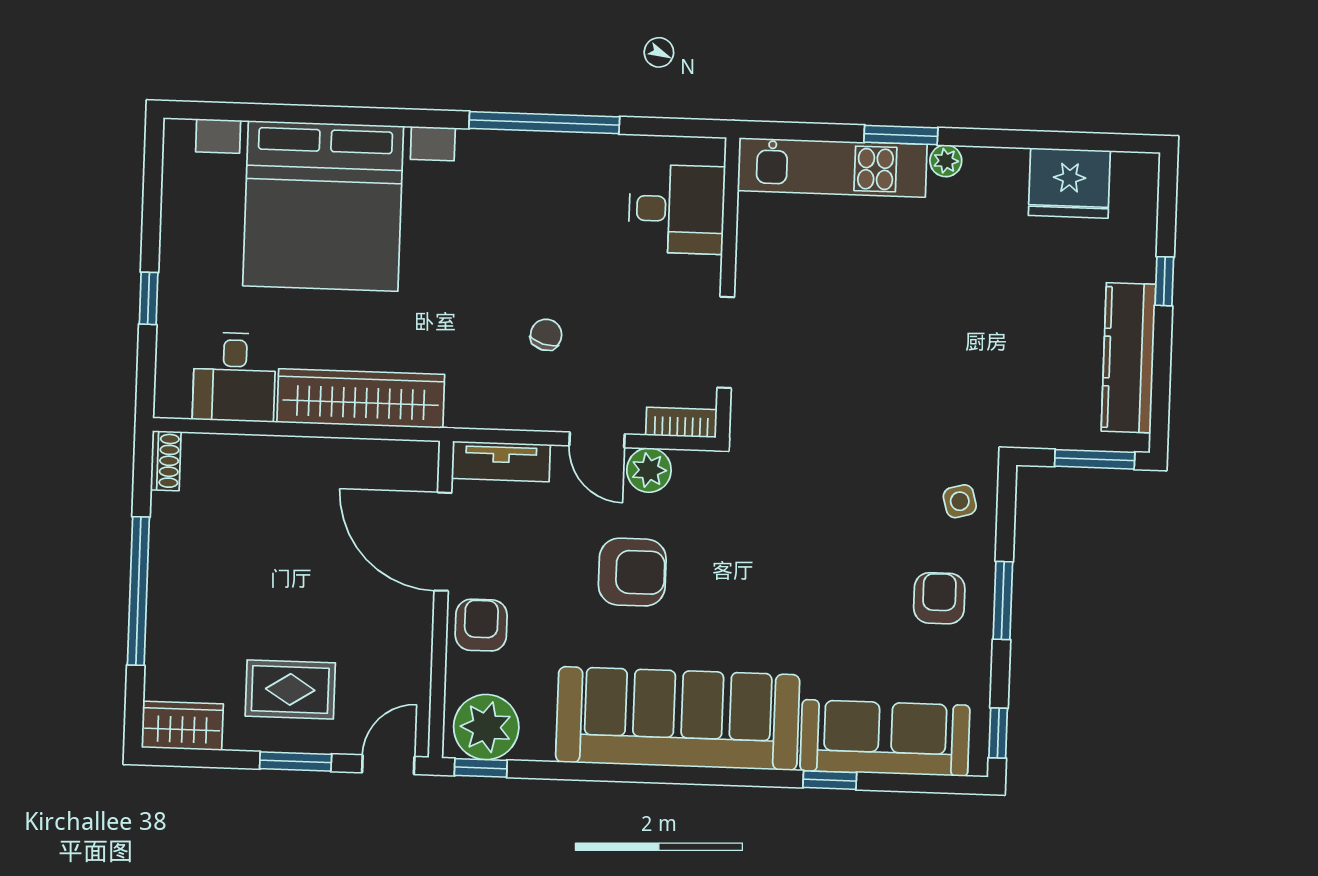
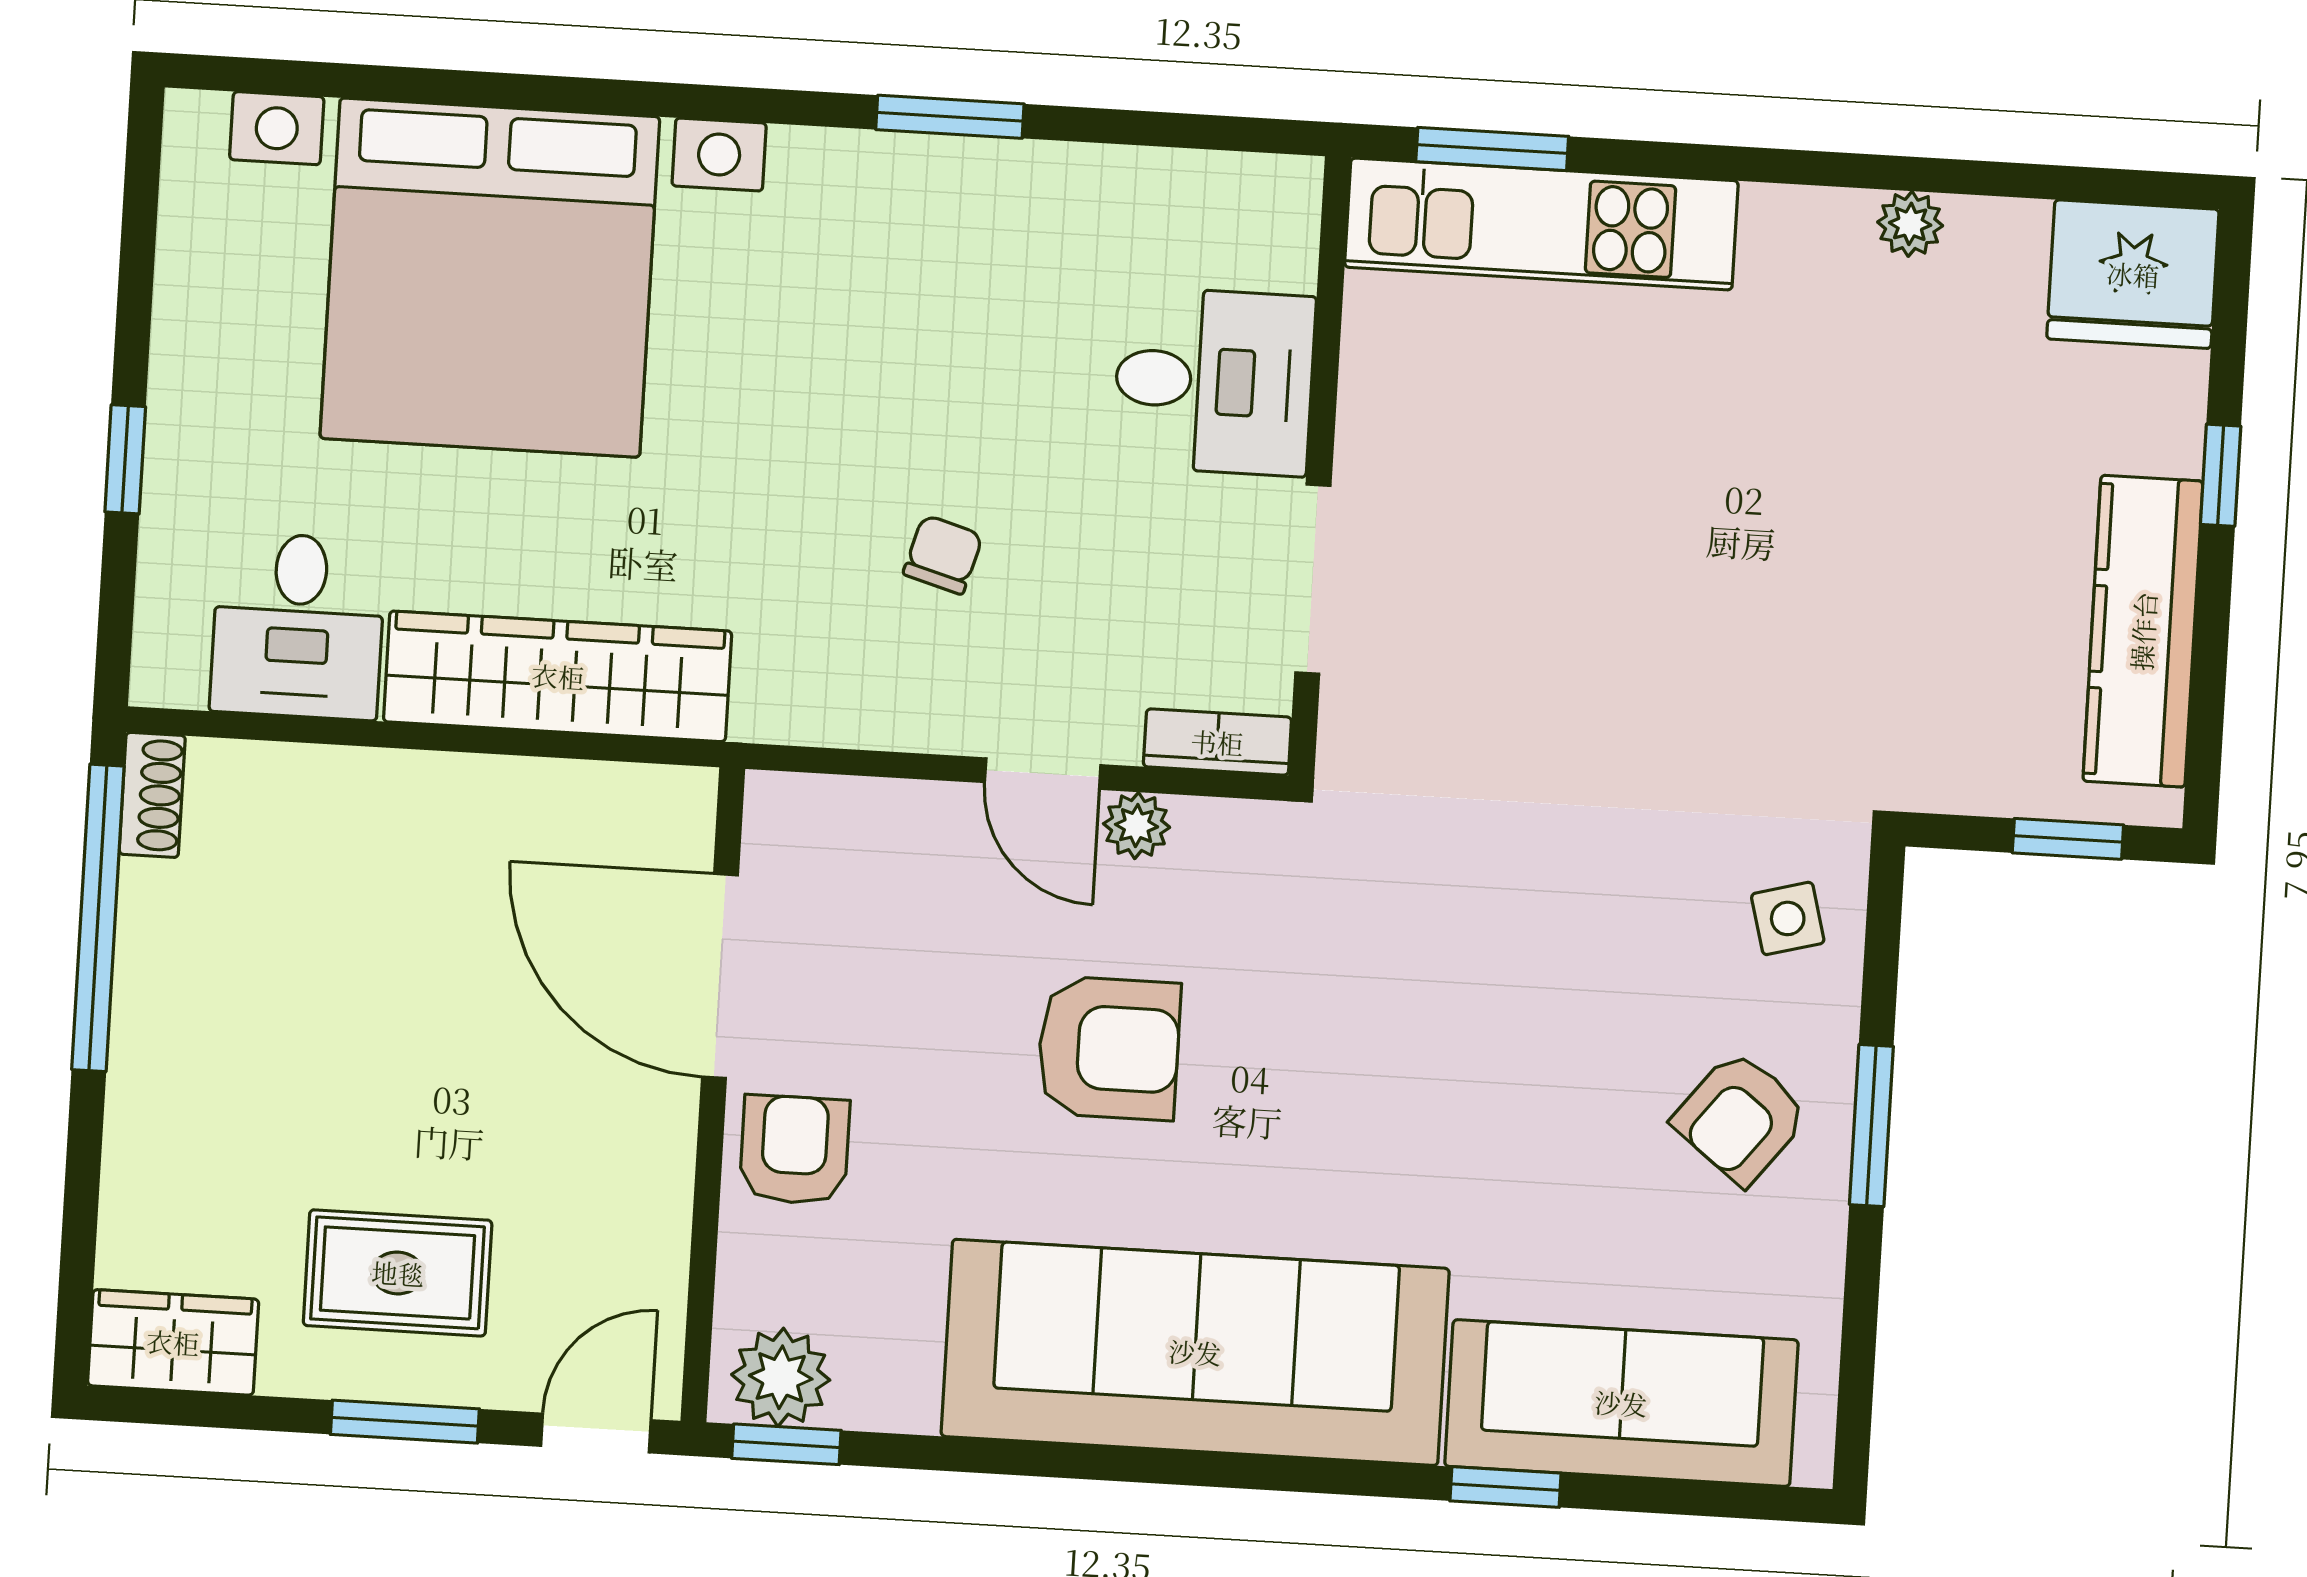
window: (544, 123) -> (950, 117), width x0.47
window: (901, 135) -> (1492, 149), moved
plant: (946, 161) -> (1910, 224), moved
fridge: (1069, 183) -> (2133, 274), moved
desk: (677, 209) -> (1214, 381), moved
window: (1095, 459) -> (2068, 839), width x0.67
tv unit: (501, 461) -> (844, 813), removed
plant: (649, 470) -> (1137, 826), width x0.73, depth x0.73
window: (138, 591) -> (98, 918), moved
armchair: (939, 598) -> (1741, 1118), turned -142
plant: (486, 727) -> (781, 1377), width x0.73, depth x0.73
window: (998, 733) -> (1855, 1399), removed

